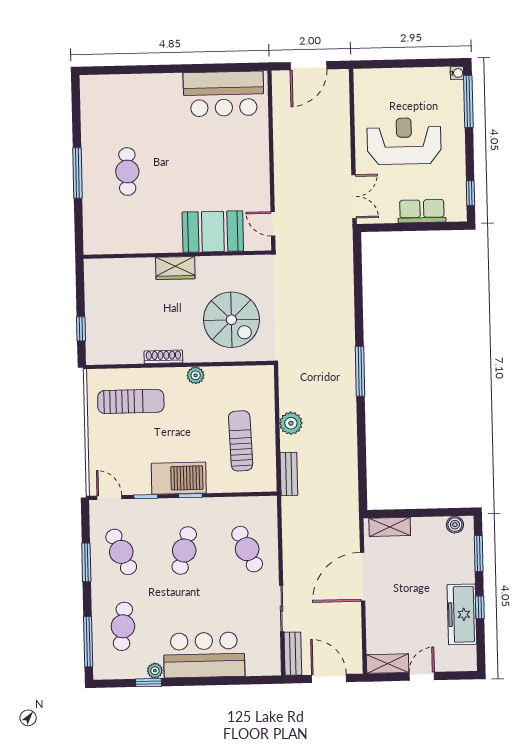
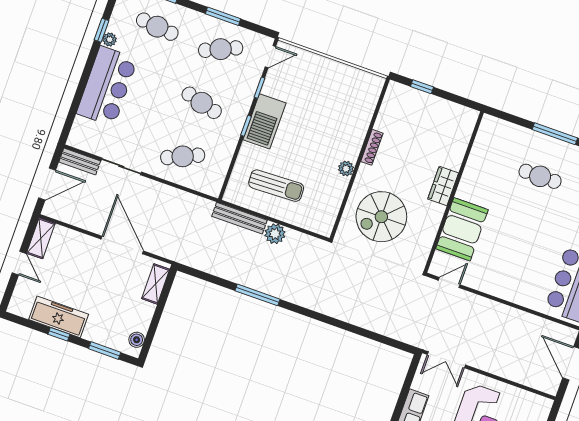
window: (360, 371) -> (257, 295), moved
sun lounger: (131, 401) -> (345, 106), removed
bench: (289, 474) -> (239, 218), width x1.36

